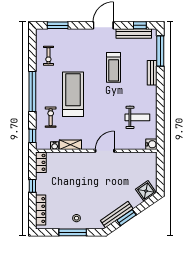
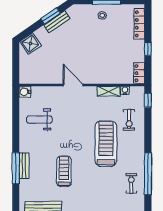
window: (160, 51) -> (16, 168), moved
window: (32, 92) -> (148, 174), moved
treadmill: (73, 94) -> (106, 144), turned 180
door: (105, 151) -> (73, 85), swing flipped
bench: (117, 215) -> (57, 22), width x0.73

